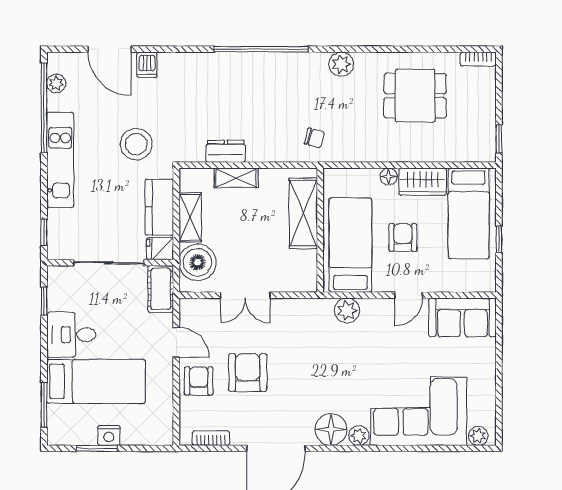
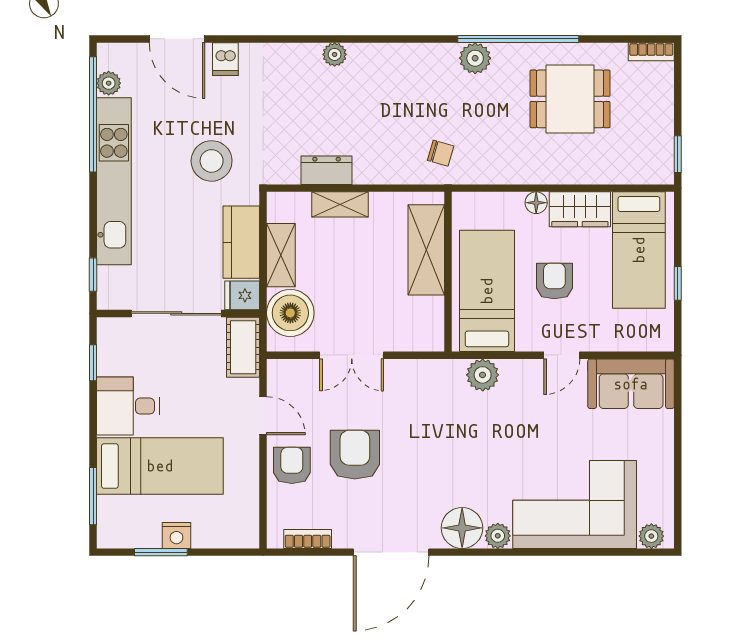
window: (261, 49) -> (518, 39), moved
plant: (232, 61) -> (335, 54), added
kitchen unit: (60, 160) -> (114, 181), width x1.36

